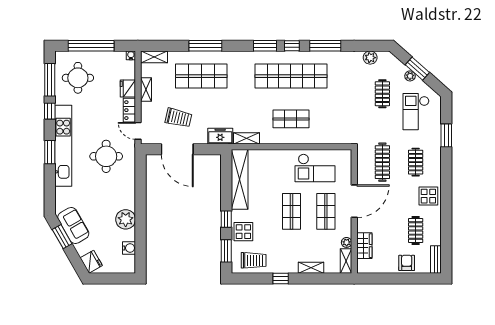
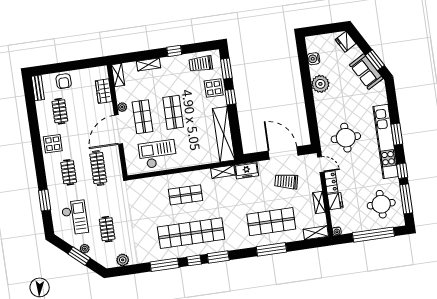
plant: (347, 242) -> (122, 107), moved

